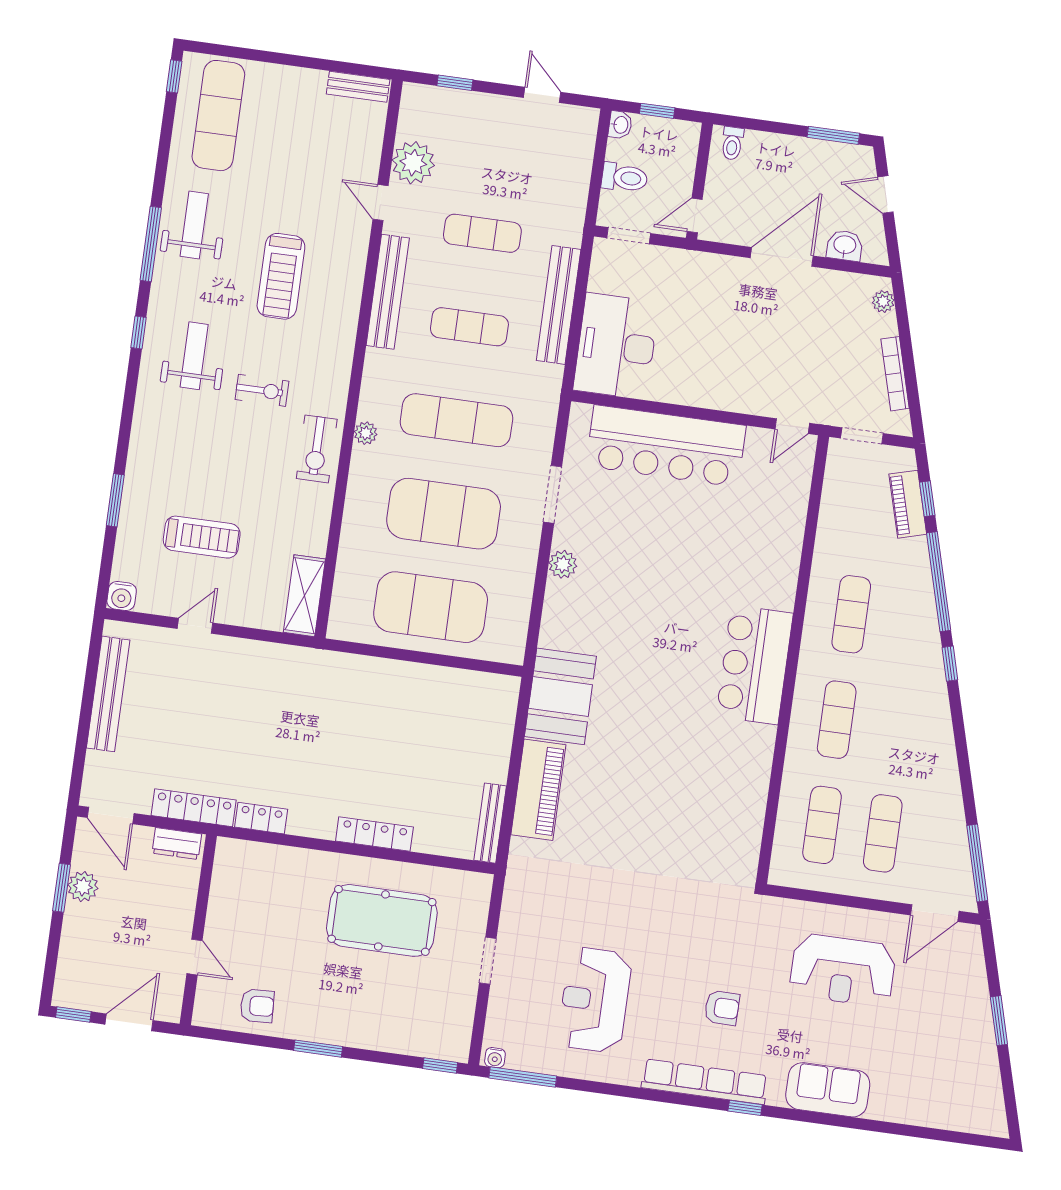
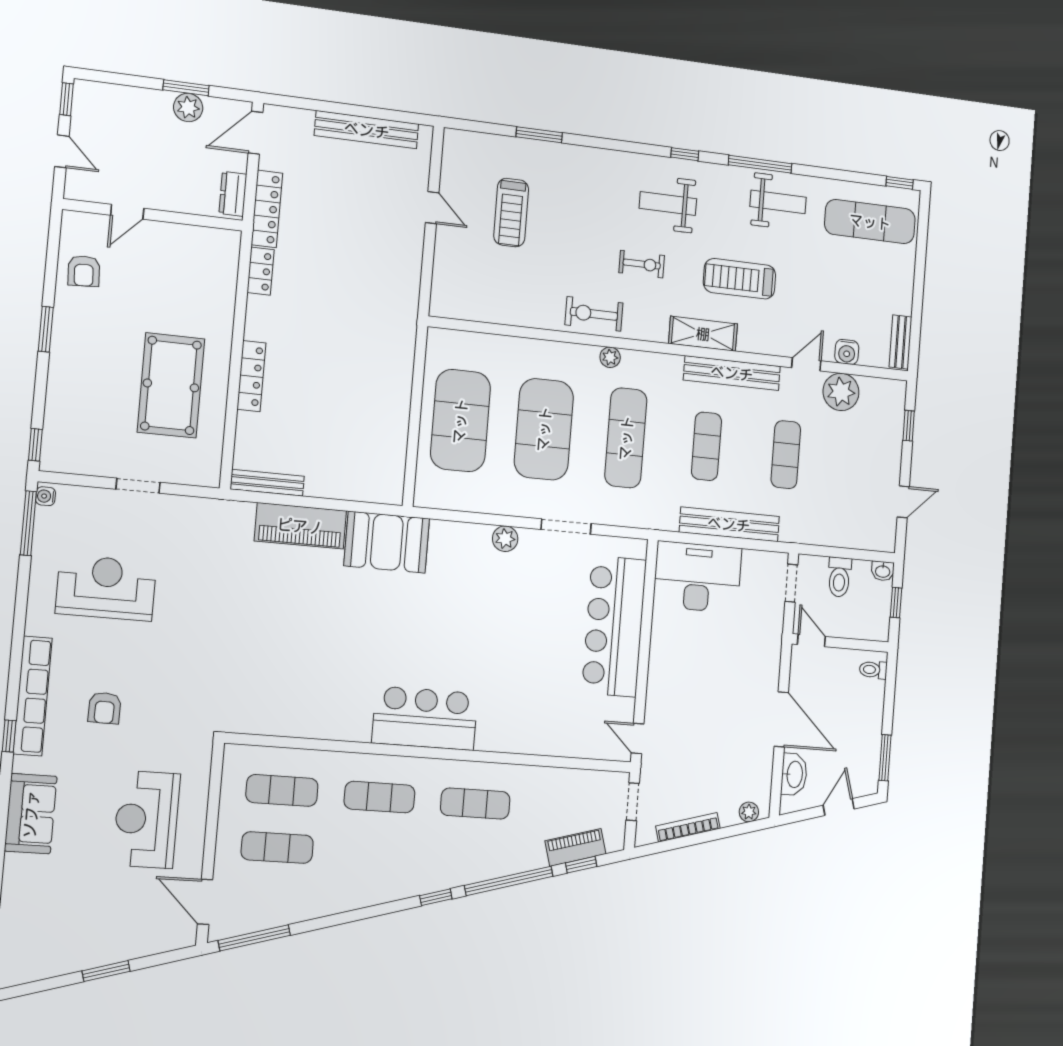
washbasin: (845, 245) -> (794, 774), width x1.38
weight bench: (194, 356) -> (668, 203), turned 180
exercise bike: (262, 390) -> (642, 264), turned -90
water cooler: (122, 596) -> (847, 352), moved, turned -90
shelving: (304, 596) -> (703, 334), moved
door: (129, 1022) -> (62, 151), width x0.73

